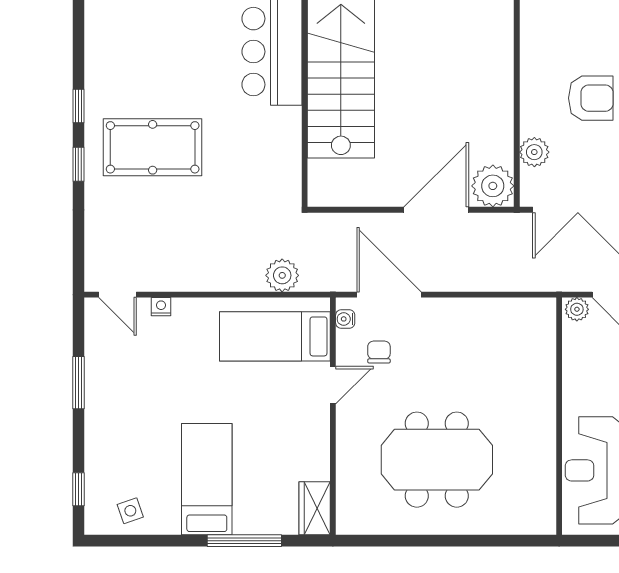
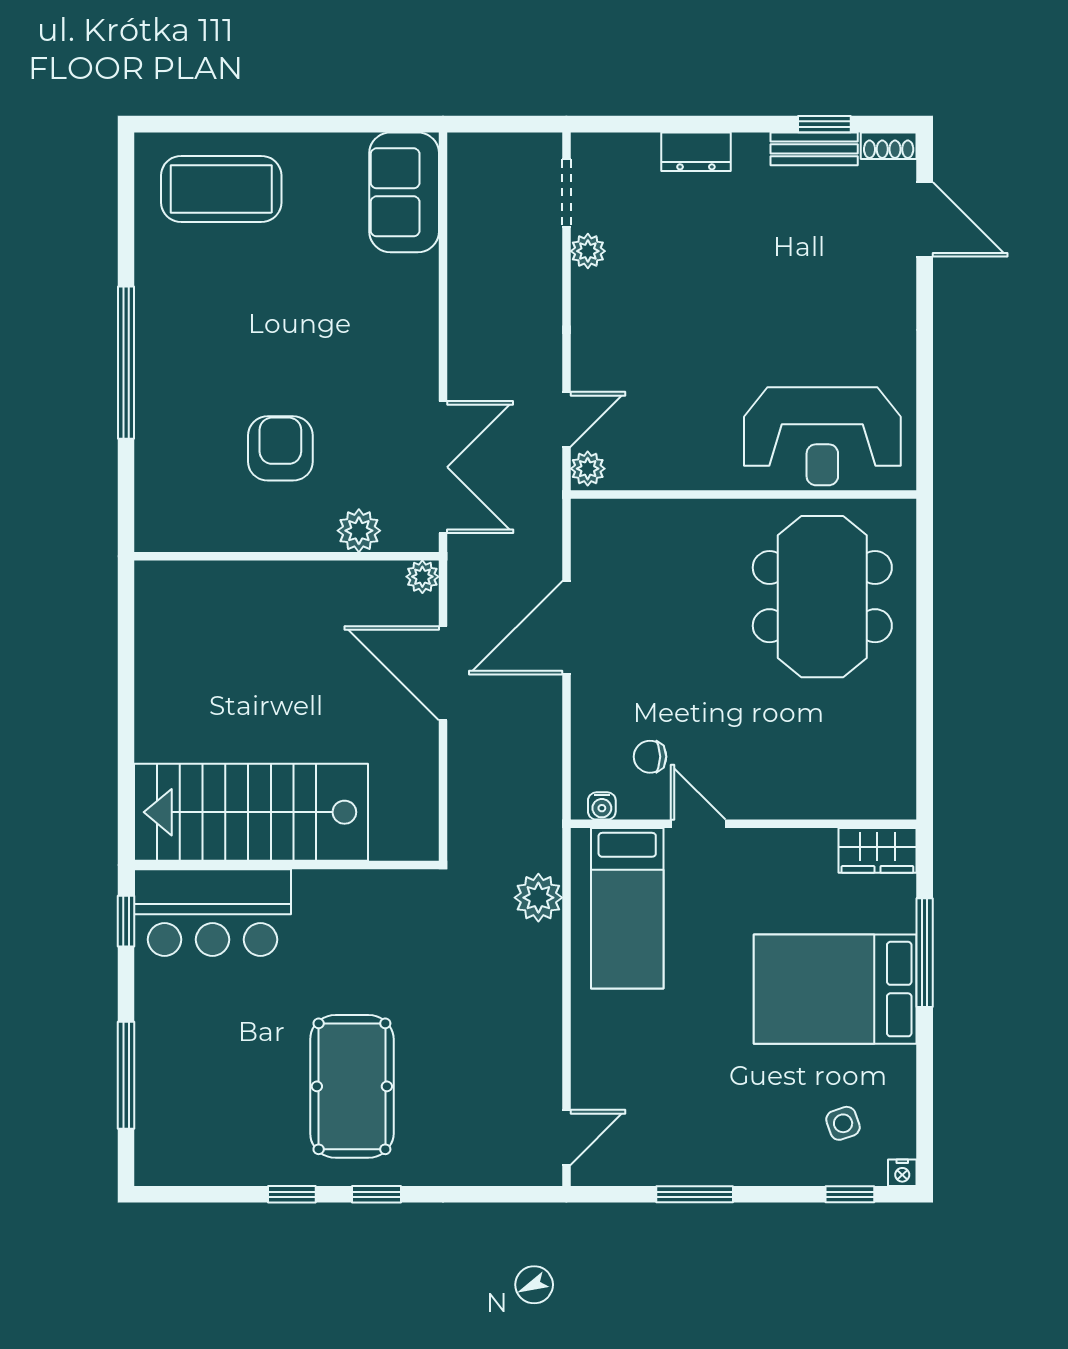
plant: (493, 186) -> (422, 577), width x0.53, depth x0.53
door: (389, 295) -> (566, 628), moved
nightstand: (161, 307) -> (902, 1173), moved, turned -90
meeting table: (437, 460) -> (822, 597), moved
bed: (207, 479) -> (835, 989), width x1.50
side table: (130, 511) -> (843, 1123), moved

